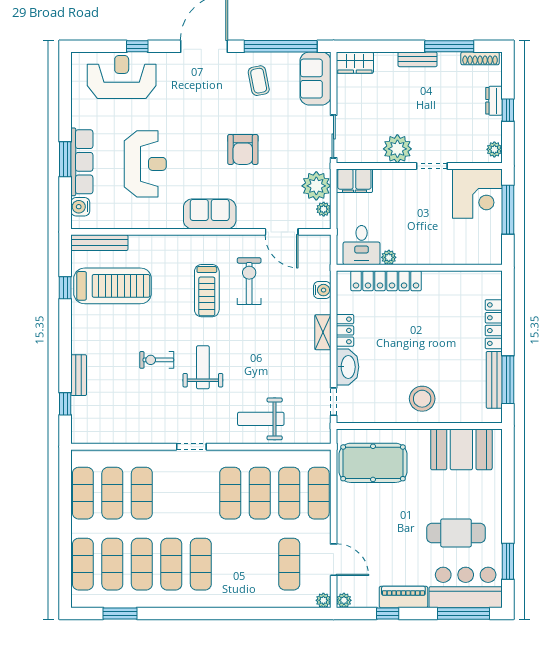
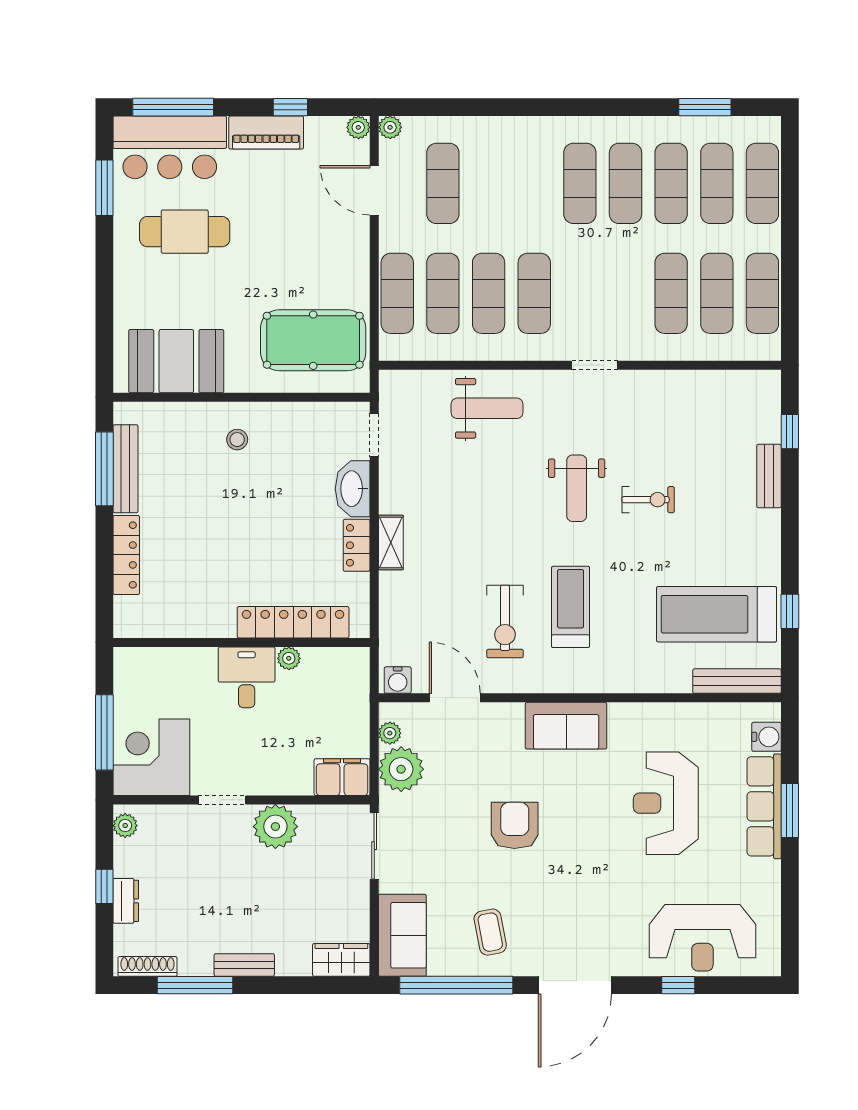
desk: (362, 245) -> (247, 677), moved
water cooler: (322, 290) -> (398, 680), moved, turned -90
stool: (422, 399) -> (237, 440), width x0.53, depth x0.53

